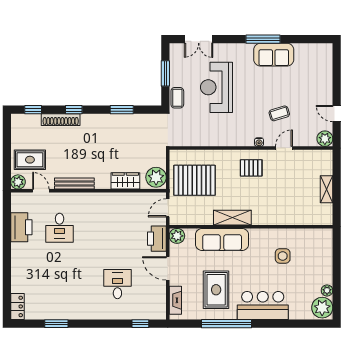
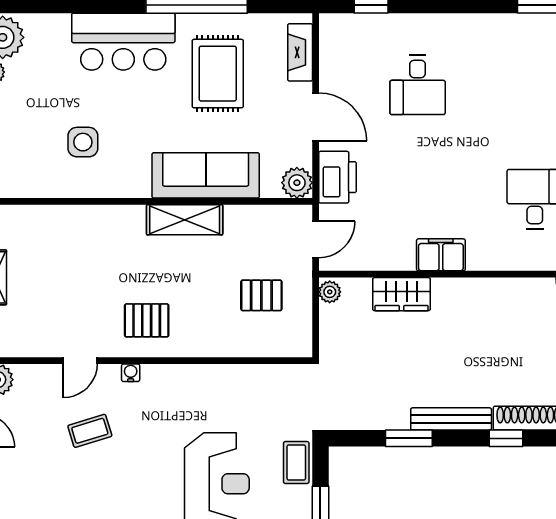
plant: (156, 177) -> (330, 292), width x0.53, depth x0.53
pallet: (195, 180) -> (261, 295), width x0.49, depth x0.50
bench: (74, 184) -> (451, 419), moved
filing cabinet: (106, 200) -> (441, 255), added

